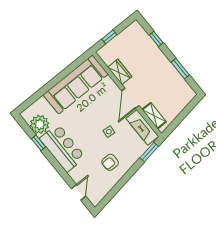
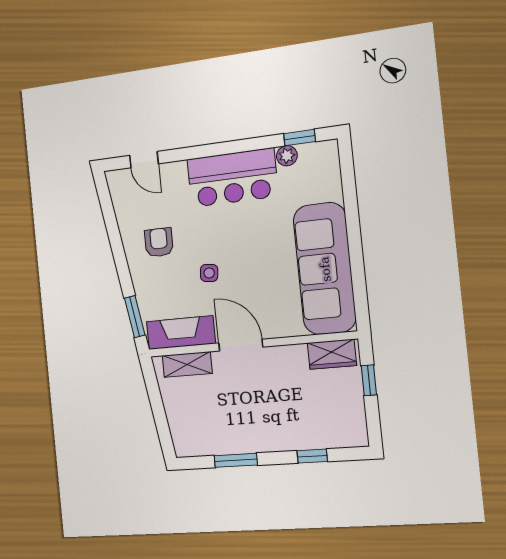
wardrobe: (120, 72) -> (332, 354), moved
plant: (40, 124) -> (287, 156), width x0.53, depth x0.53
window: (38, 143) -> (300, 138), moved

